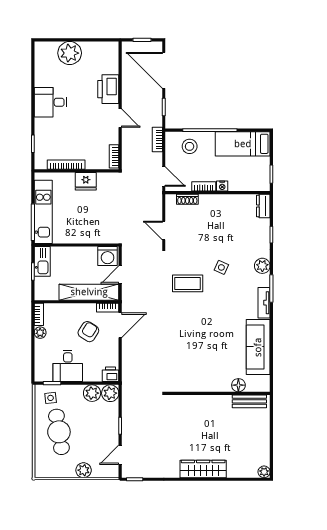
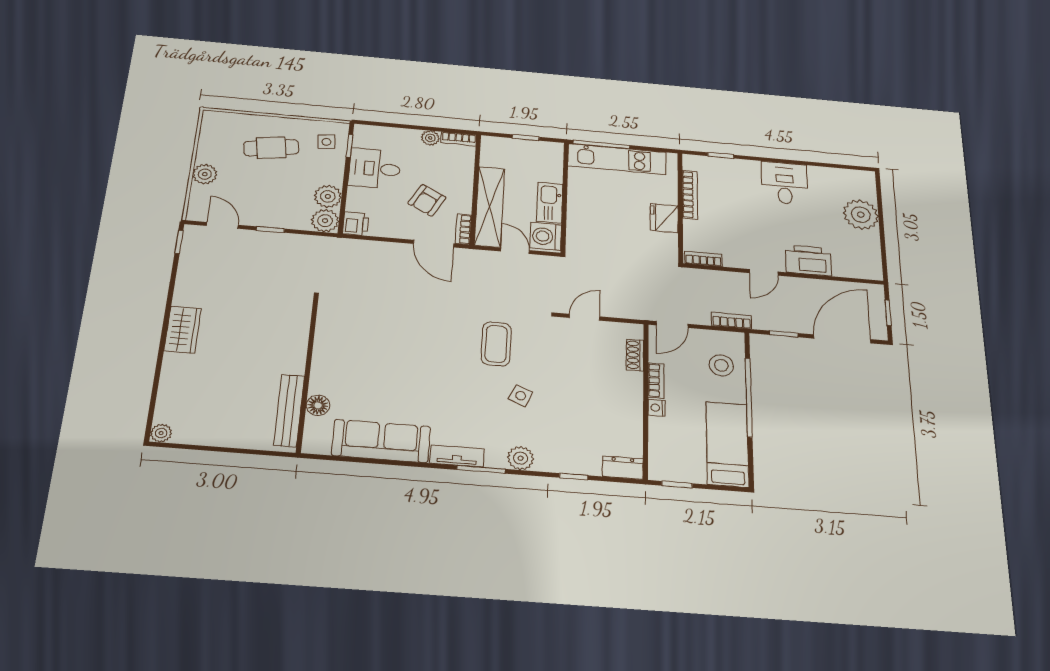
kitchen sink: (42, 261) -> (550, 203), moved, turned 90
armchair: (88, 332) -> (427, 200), turned 86
bench: (249, 401) -> (289, 410), width x1.36
cafe table: (59, 432) -> (271, 148), width x0.73, depth x0.74
wardrobe: (203, 469) -> (183, 330), width x0.67

